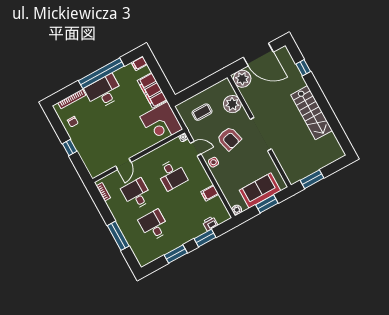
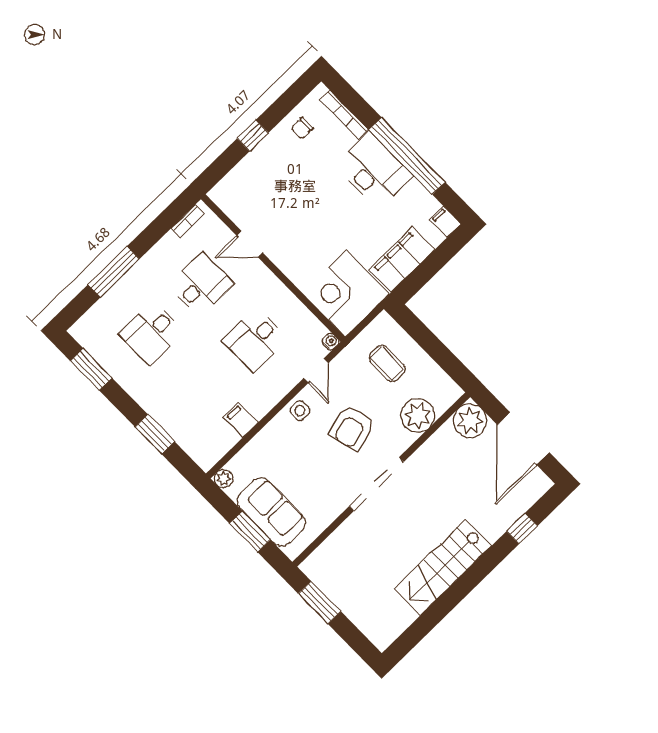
printer: (210, 224) -> (184, 436), removed
desk: (154, 225) -> (152, 333), turned 180
window: (176, 254) -> (91, 369), moved

